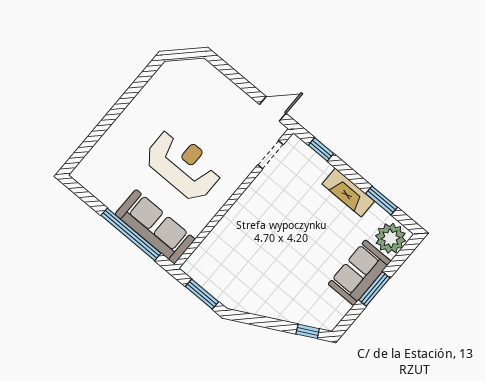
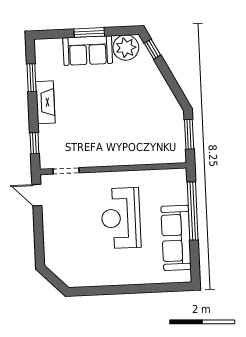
sofa: (155, 227) -> (176, 238), moved
plant: (391, 238) -> (126, 48), moved

